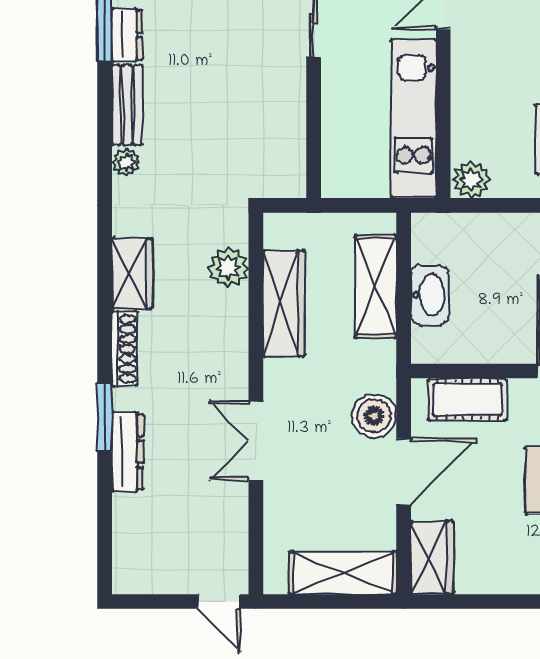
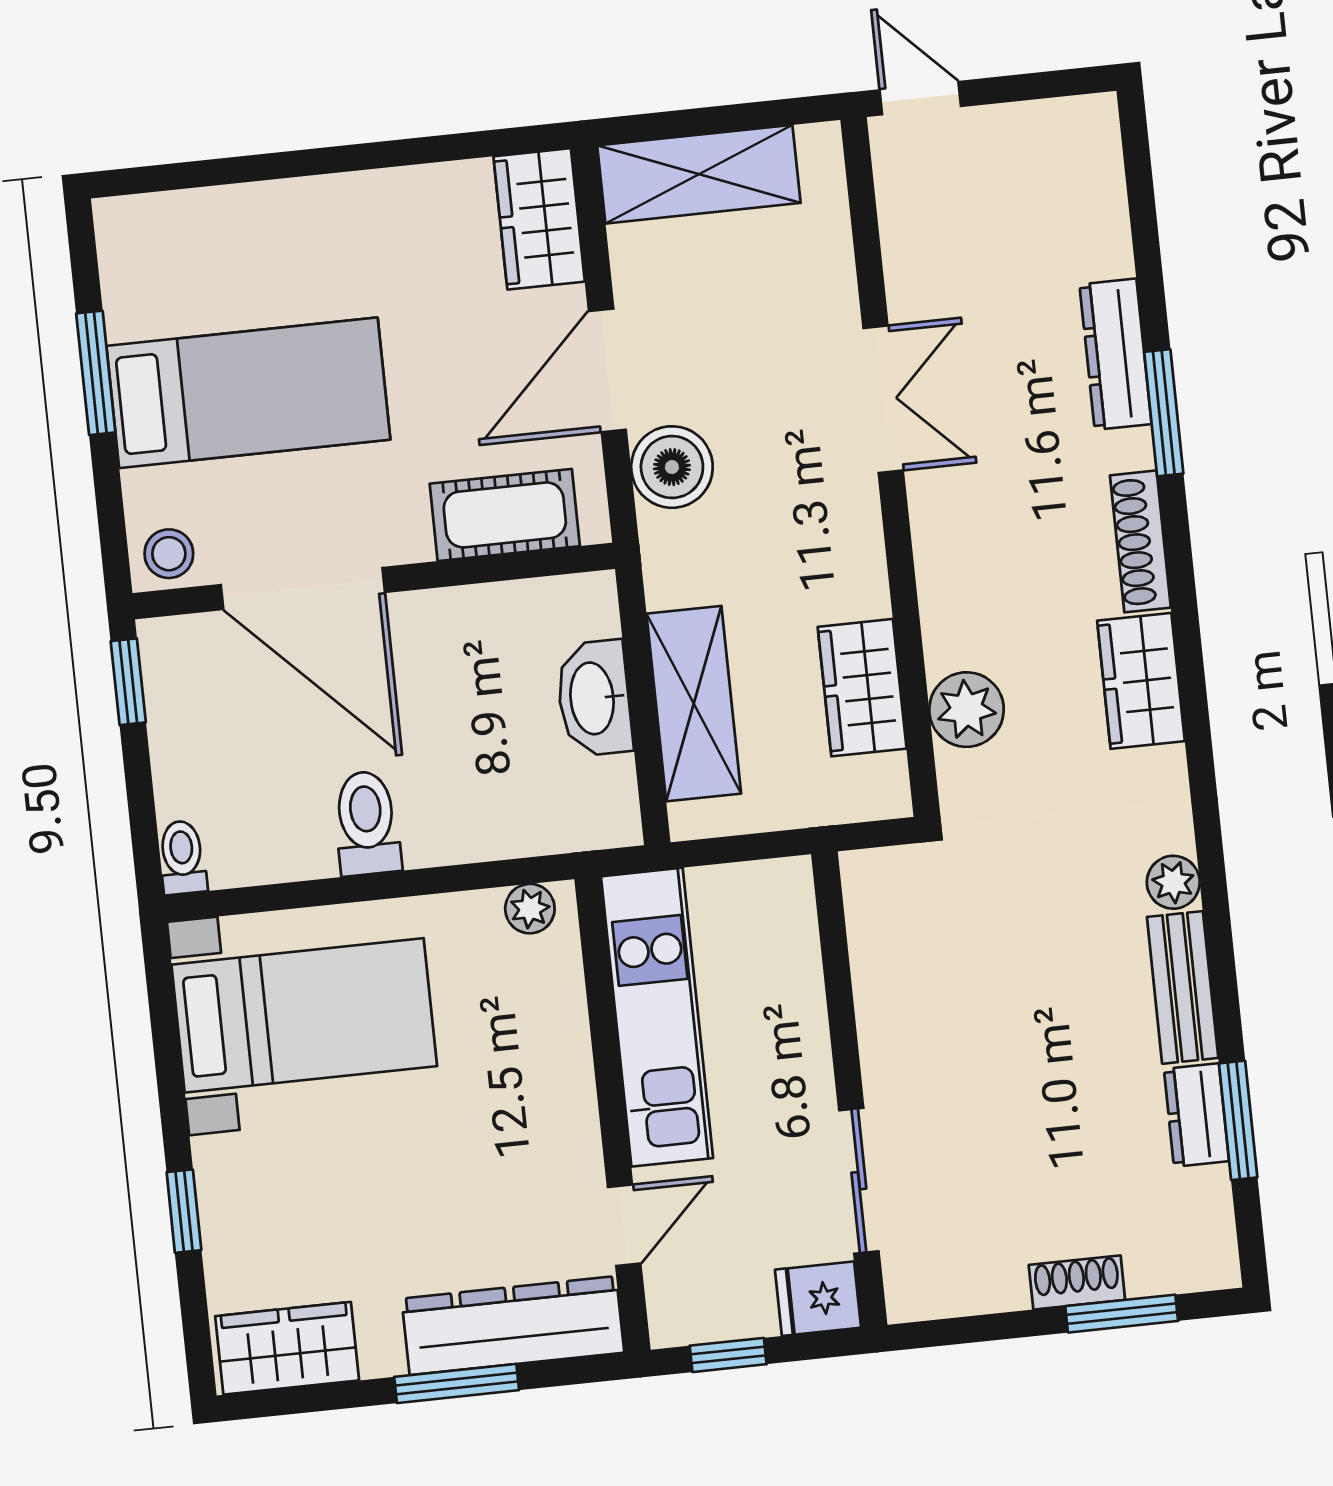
plant: (471, 180) -> (530, 909), width x0.73, depth x0.73
wardrobe: (284, 303) -> (862, 688), width x0.67

